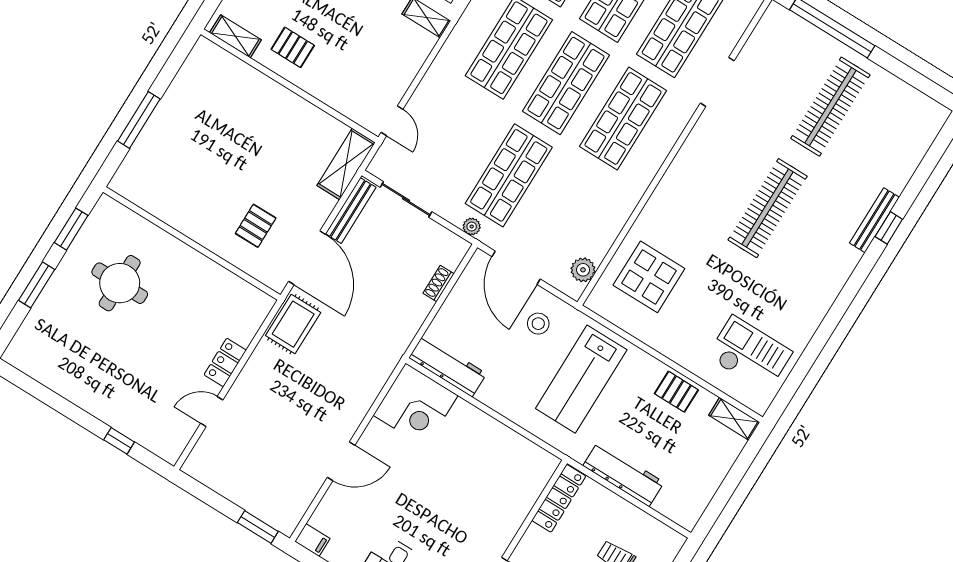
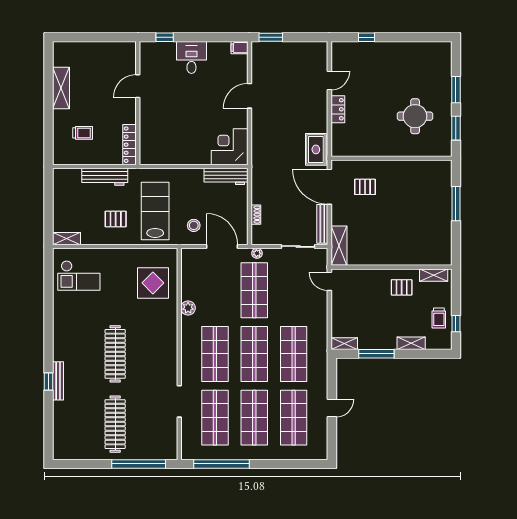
pallet: (256, 226) -> (365, 187), turned 90
plant: (583, 270) -> (188, 308), moved
pallet: (676, 392) -> (116, 219), moved

